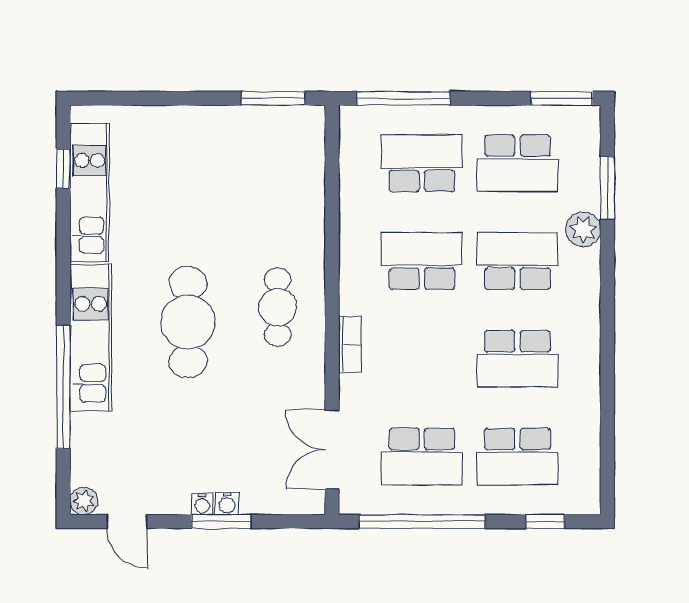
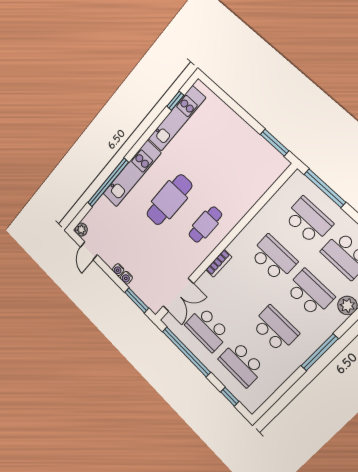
window: (607, 330) -> (320, 352), added
school desk: (518, 359) -> (275, 329), turned 180
double door: (332, 450) -> (178, 295), swing flipped
window: (221, 522) -> (137, 300), moved

